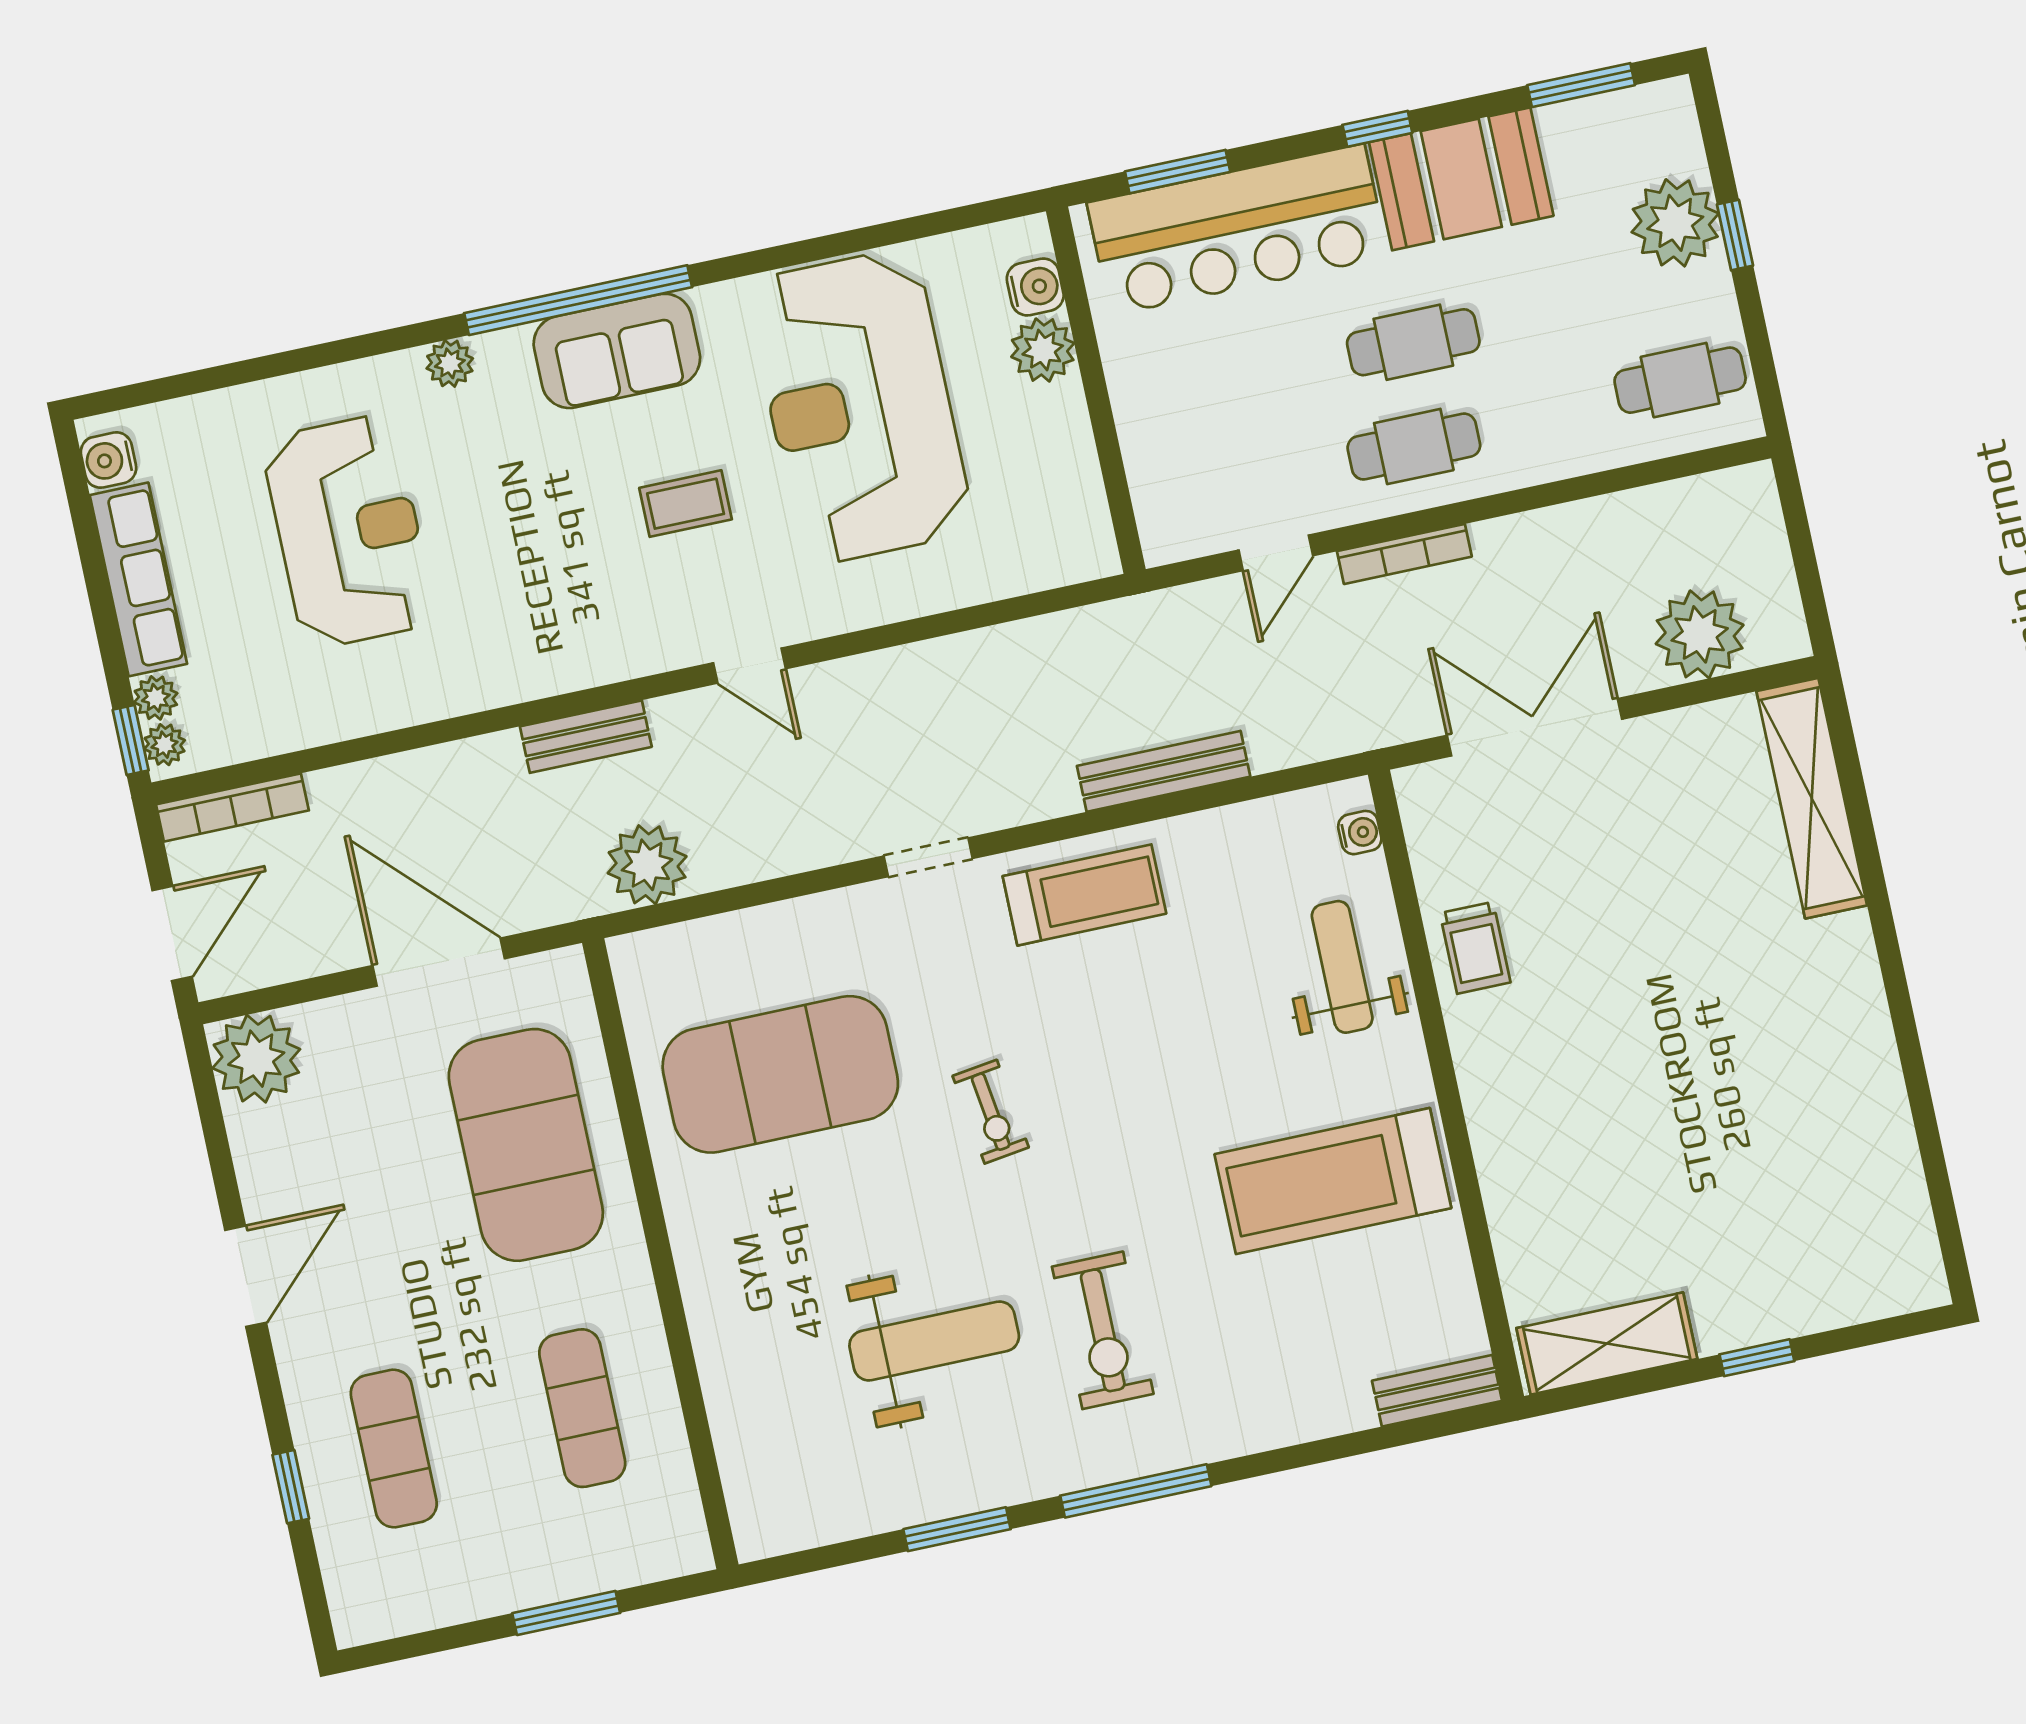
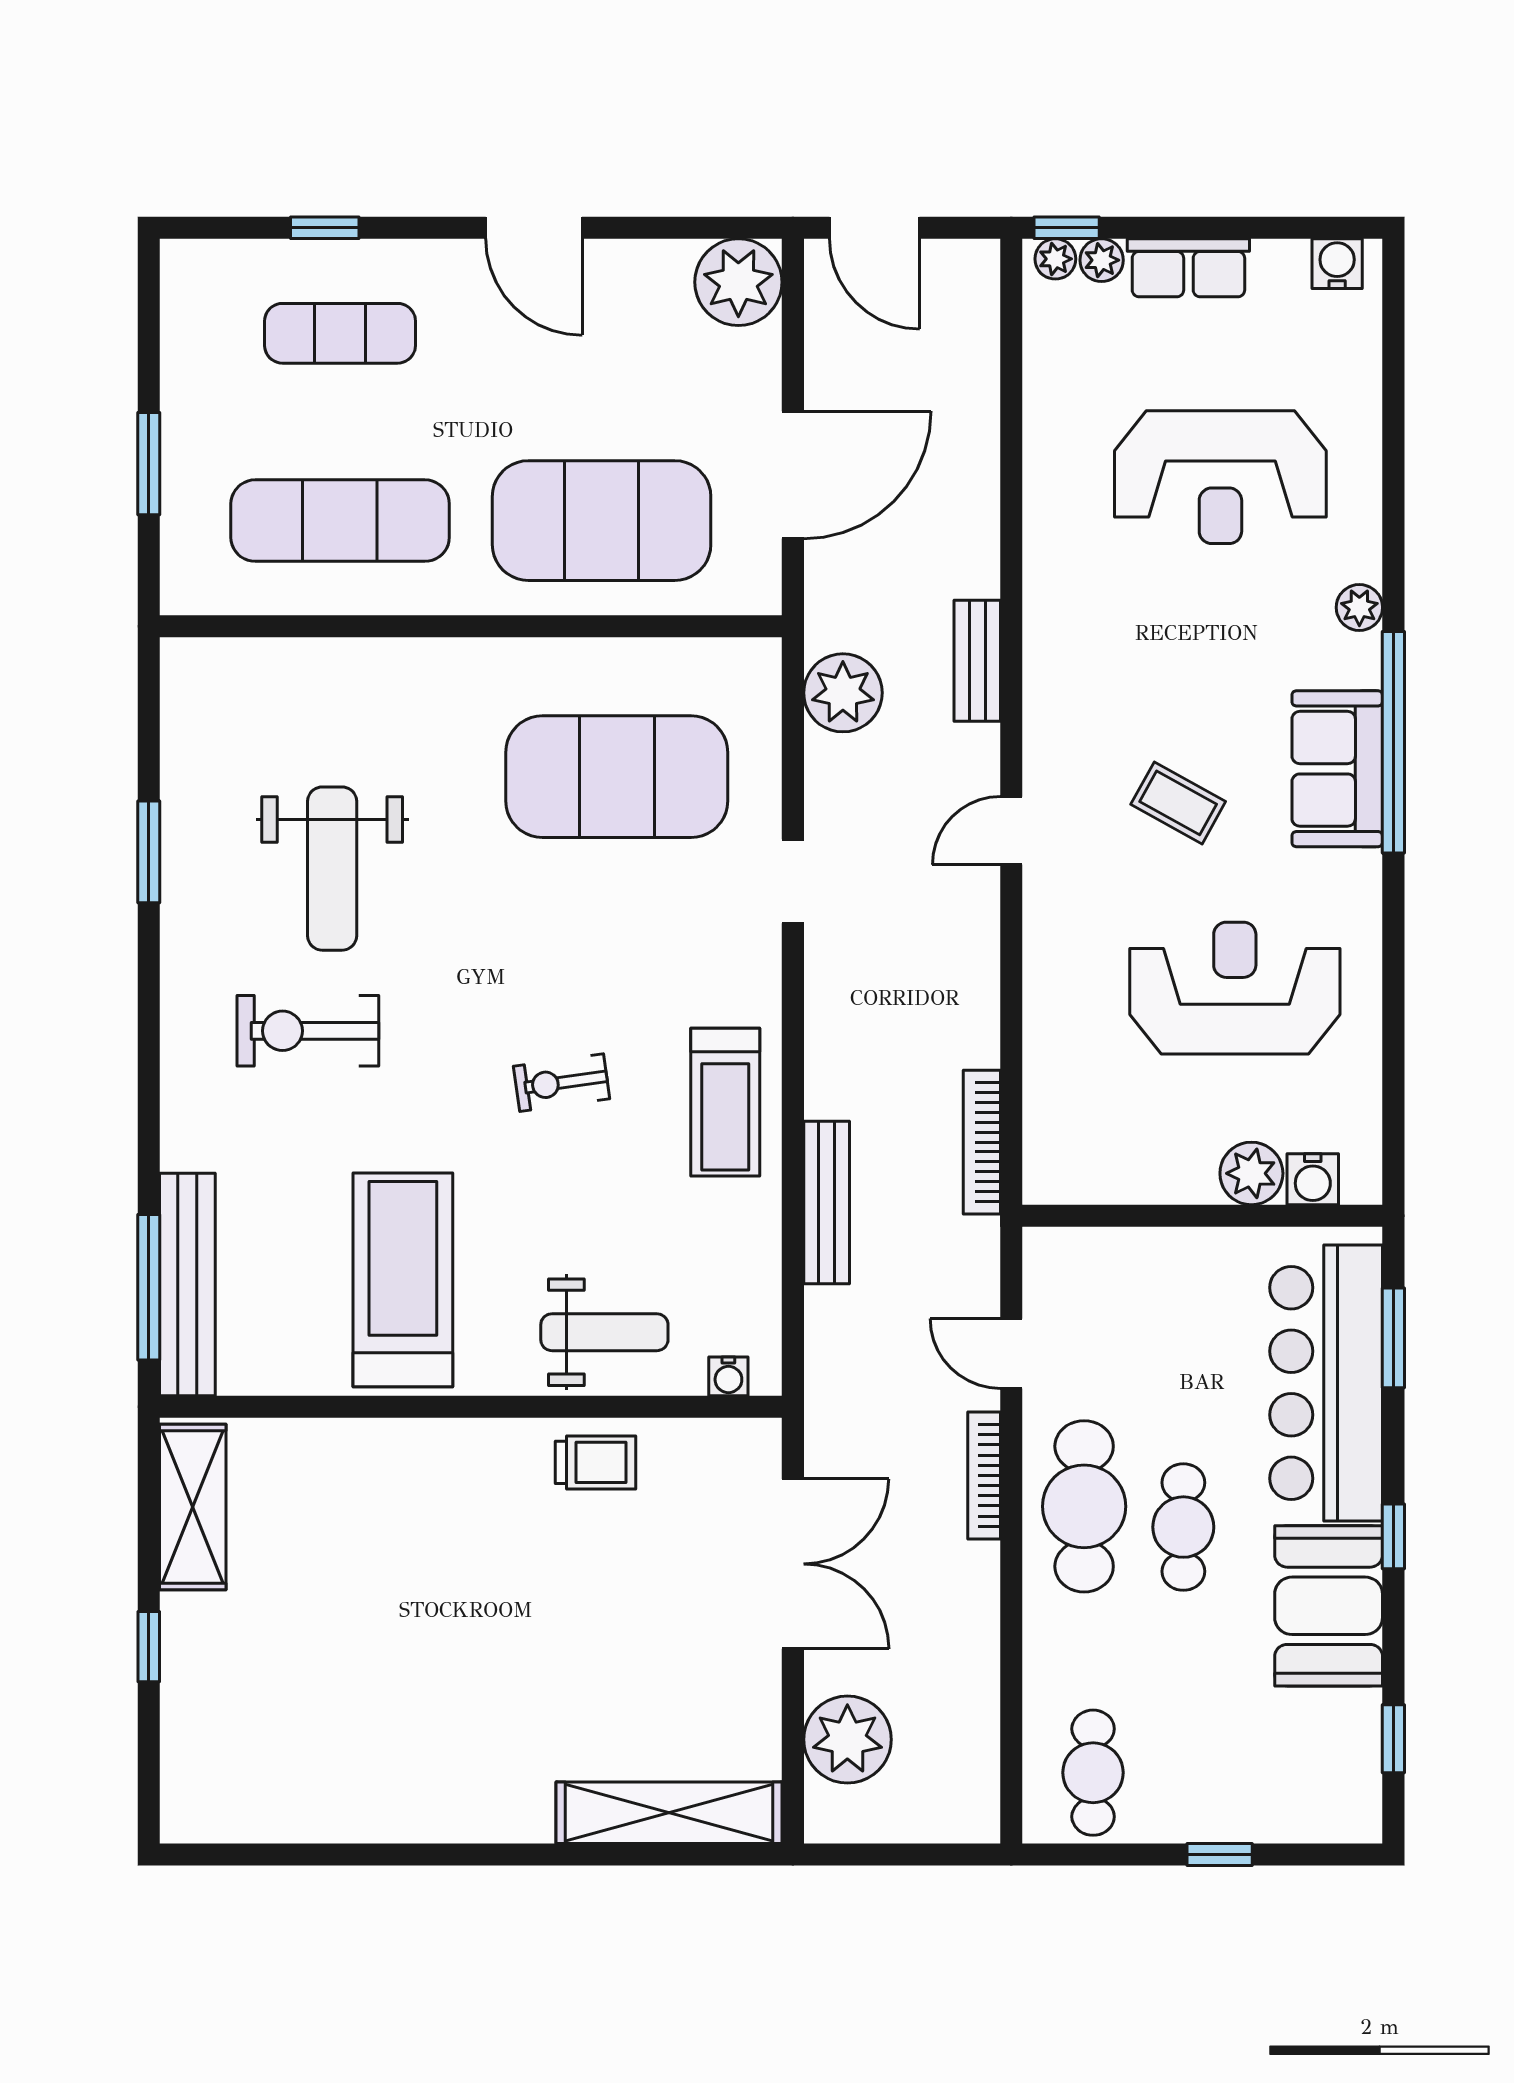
window: (1581, 85) -> (1393, 1739), width x0.67
plant: (1675, 223) -> (1243, 1800), removed
reception desk: (860, 407) -> (1235, 988), width x0.74, depth x0.77
cafe table: (1414, 447) -> (1084, 1506), width x1.37, depth x1.35
coffee table: (686, 504) -> (1178, 803), turned -61
row of seats: (138, 579) -> (1188, 268), width x0.68
bookcase: (232, 807) -> (982, 1142), moved
doorway: (928, 857) -> (793, 881), moved
trolley: (1475, 948) -> (595, 1462), turned 180
exercise mat: (780, 1074) -> (617, 777), turned 90
exercise bike: (991, 1112) -> (562, 1083), moved
bench: (1437, 1391) -> (187, 1284), width x1.86, depth x1.21
exercise mat: (582, 1408) -> (340, 521), width x1.36, depth x1.45
window: (1136, 1491) -> (149, 1287), moved

